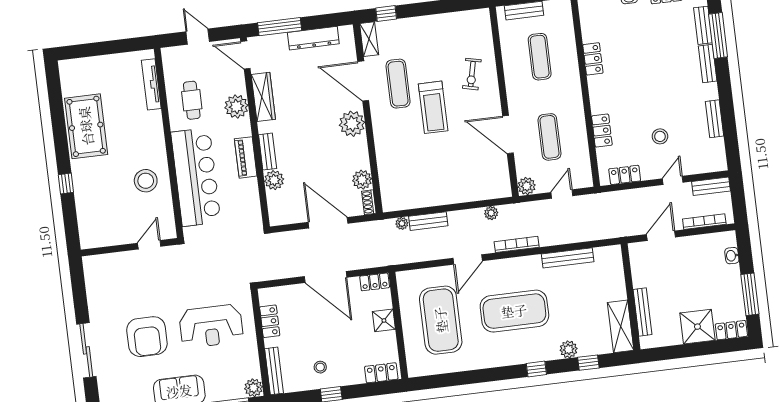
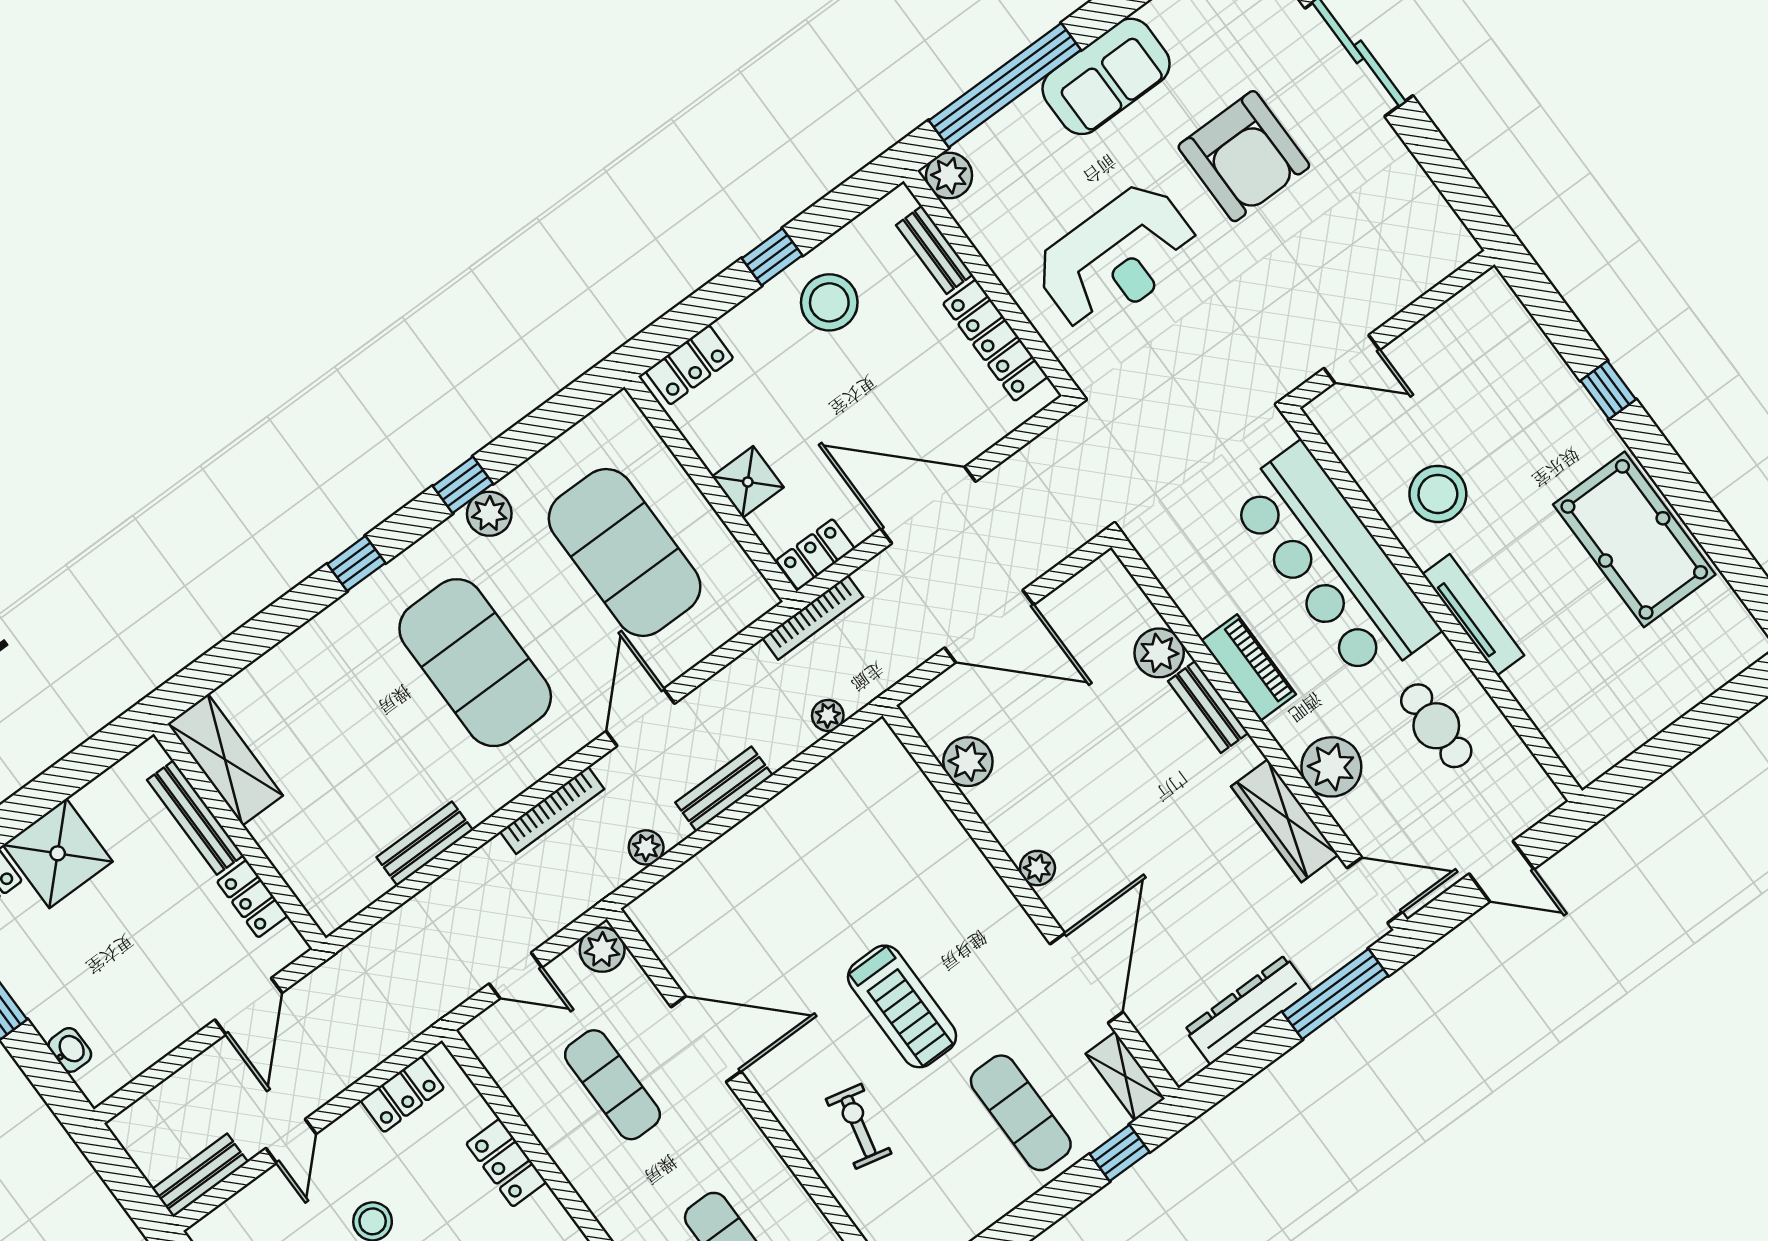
door: (363, 81) -> (1087, 978), hinge flipped
tv unit: (151, 84) -> (1473, 615), moved
exercise mat: (398, 84) -> (1021, 1113), moved
treadmill: (433, 107) -> (902, 1006), turned 180
plant: (352, 124) -> (1037, 868), width x0.53, depth x0.53
door: (562, 194) -> (516, 975), hinge flipped
shoe rack: (369, 202) -> (926, 721), removed
bench: (428, 221) -> (724, 789), moved
bookcase: (704, 222) -> (813, 617), moved
door: (149, 245) -> (1352, 359), hinge flipped
bench: (568, 258) -> (425, 844), width x0.73
locker: (639, 272) -> (252, 899), added
exercise mat: (514, 311) -> (475, 663), turned 90
locker: (270, 321) -> (995, 340), width x1.53
reception desk: (211, 326) -> (1117, 258), turned 180
armchair: (147, 337) -> (1244, 156), turned 180
plant: (569, 349) -> (489, 514), moved
window: (588, 363) -> (463, 485), moved
stool: (320, 367) -> (829, 302), width x1.89, depth x1.89
bench: (274, 371) -> (934, 250), width x0.73

